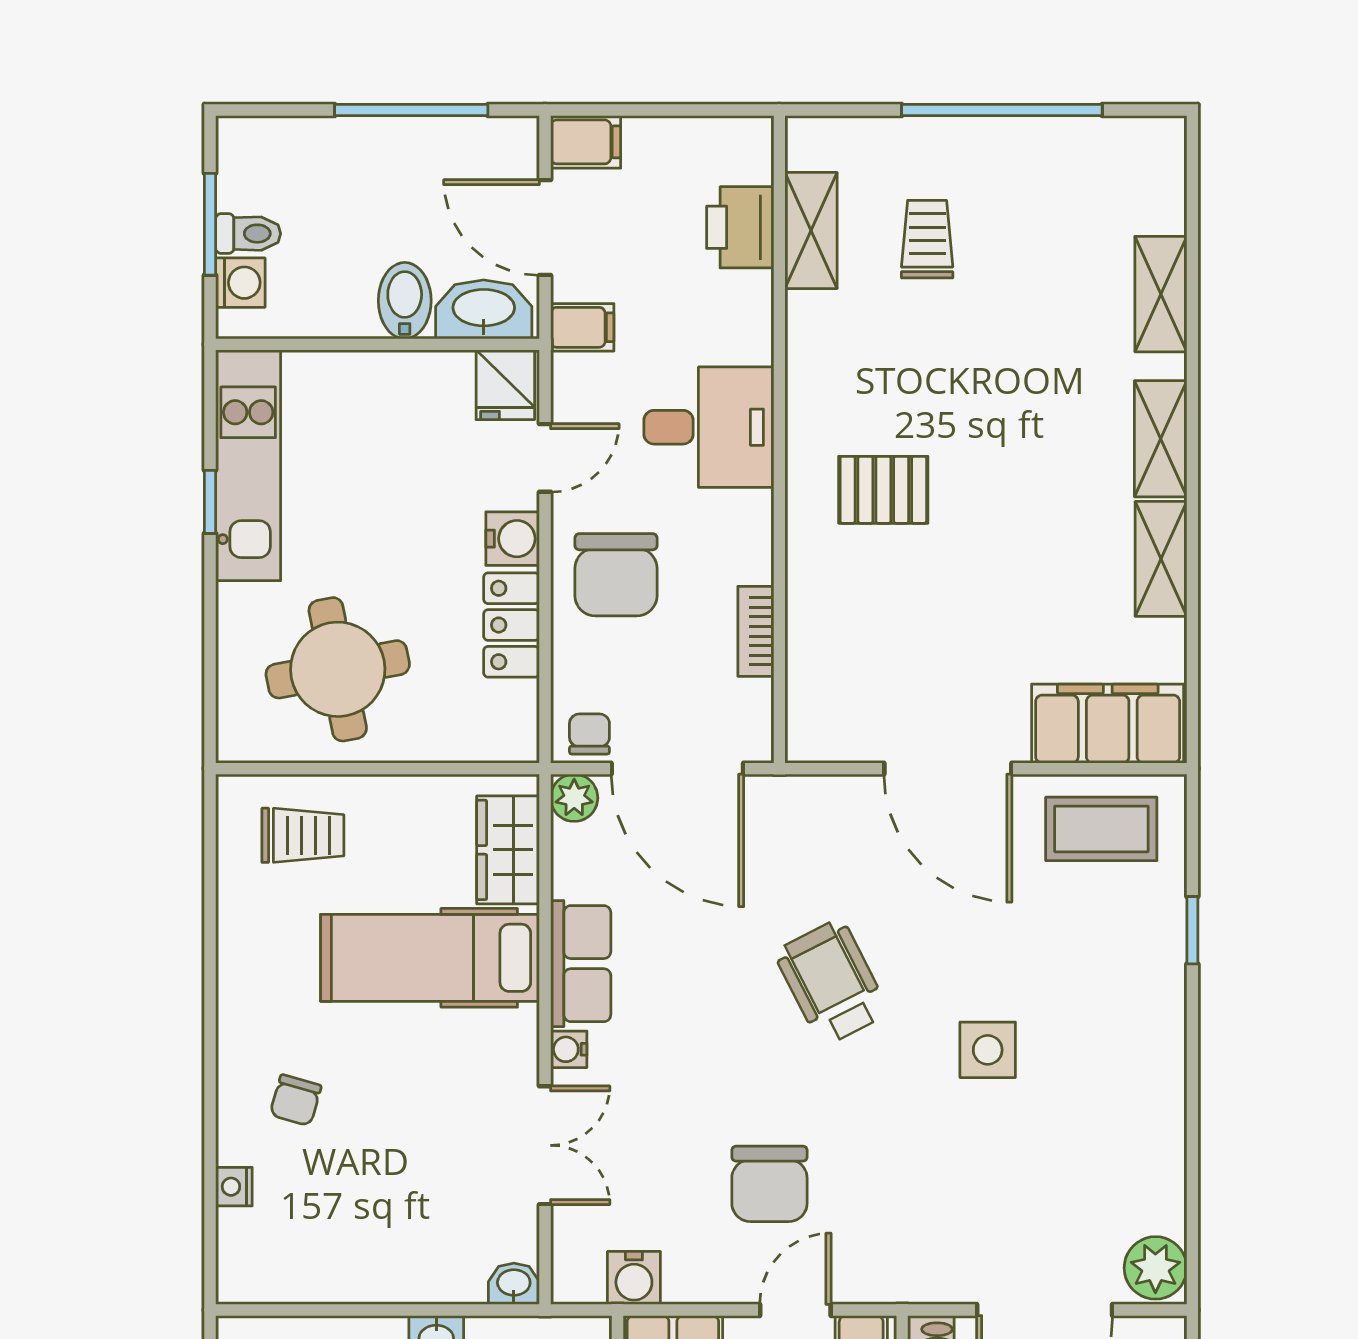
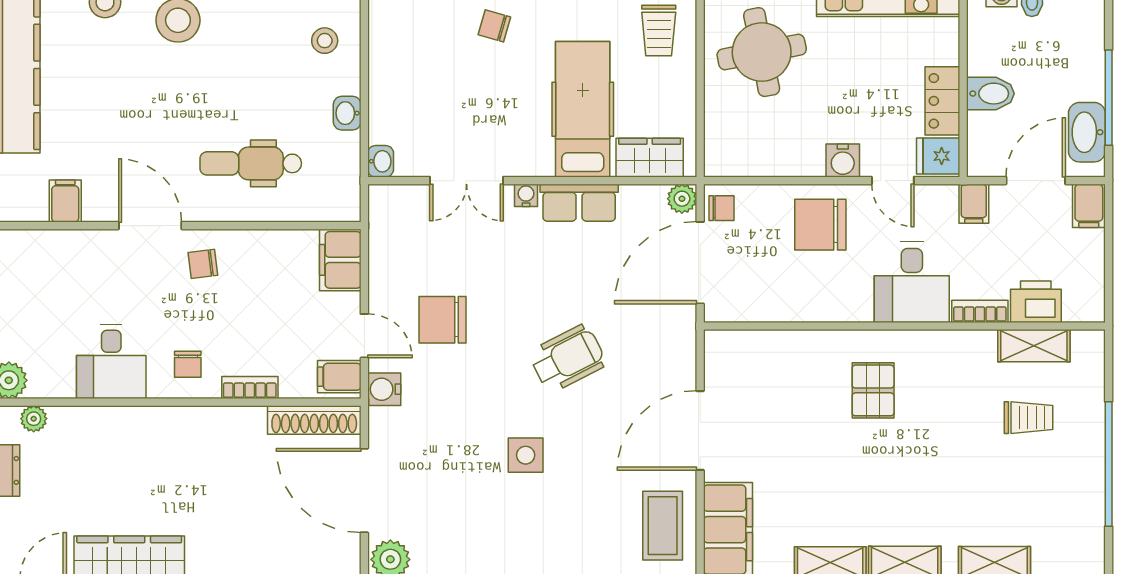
washbasin: (484, 309) -> (1087, 132), moved, turned 180
locker: (511, 625) -> (942, 101), moved, turned -90
bookcase: (756, 631) -> (980, 311), moved
water cooler: (634, 1278) -> (384, 389), moved

